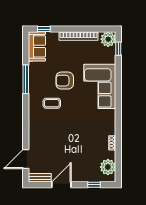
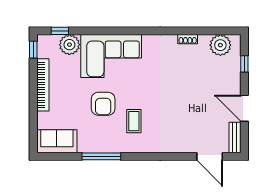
window: (44, 29) -> (33, 50), moved
plant: (108, 39) -> (69, 45), moved

